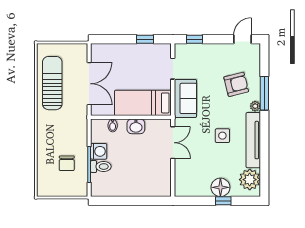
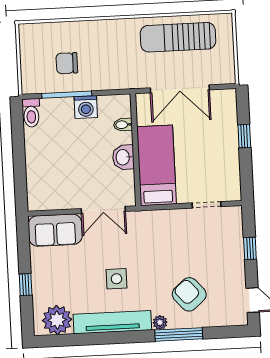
window: (145, 39) -> (244, 136), moved
window: (194, 39) -> (250, 248), moved
sun lounger: (52, 83) -> (178, 37), turned 180
armchair: (236, 84) -> (189, 294), turned 153
sofa: (185, 98) -> (55, 230), moved
toilet: (101, 167) -> (31, 113), moved
floor lamp: (220, 187) -> (44, 280), removed

